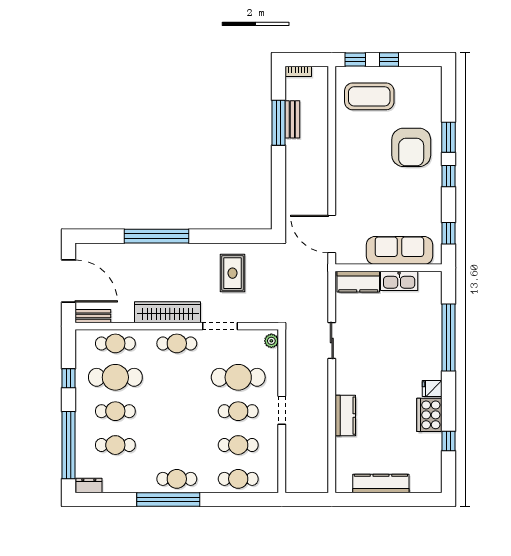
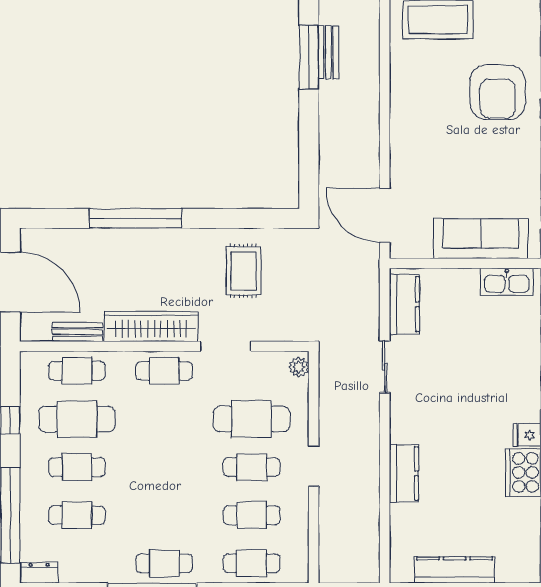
kitchen sink: (399, 281) -> (507, 282), moved
kitchen counter: (358, 282) -> (404, 304), moved, turned -90
bench: (93, 316) -> (77, 332), moved

